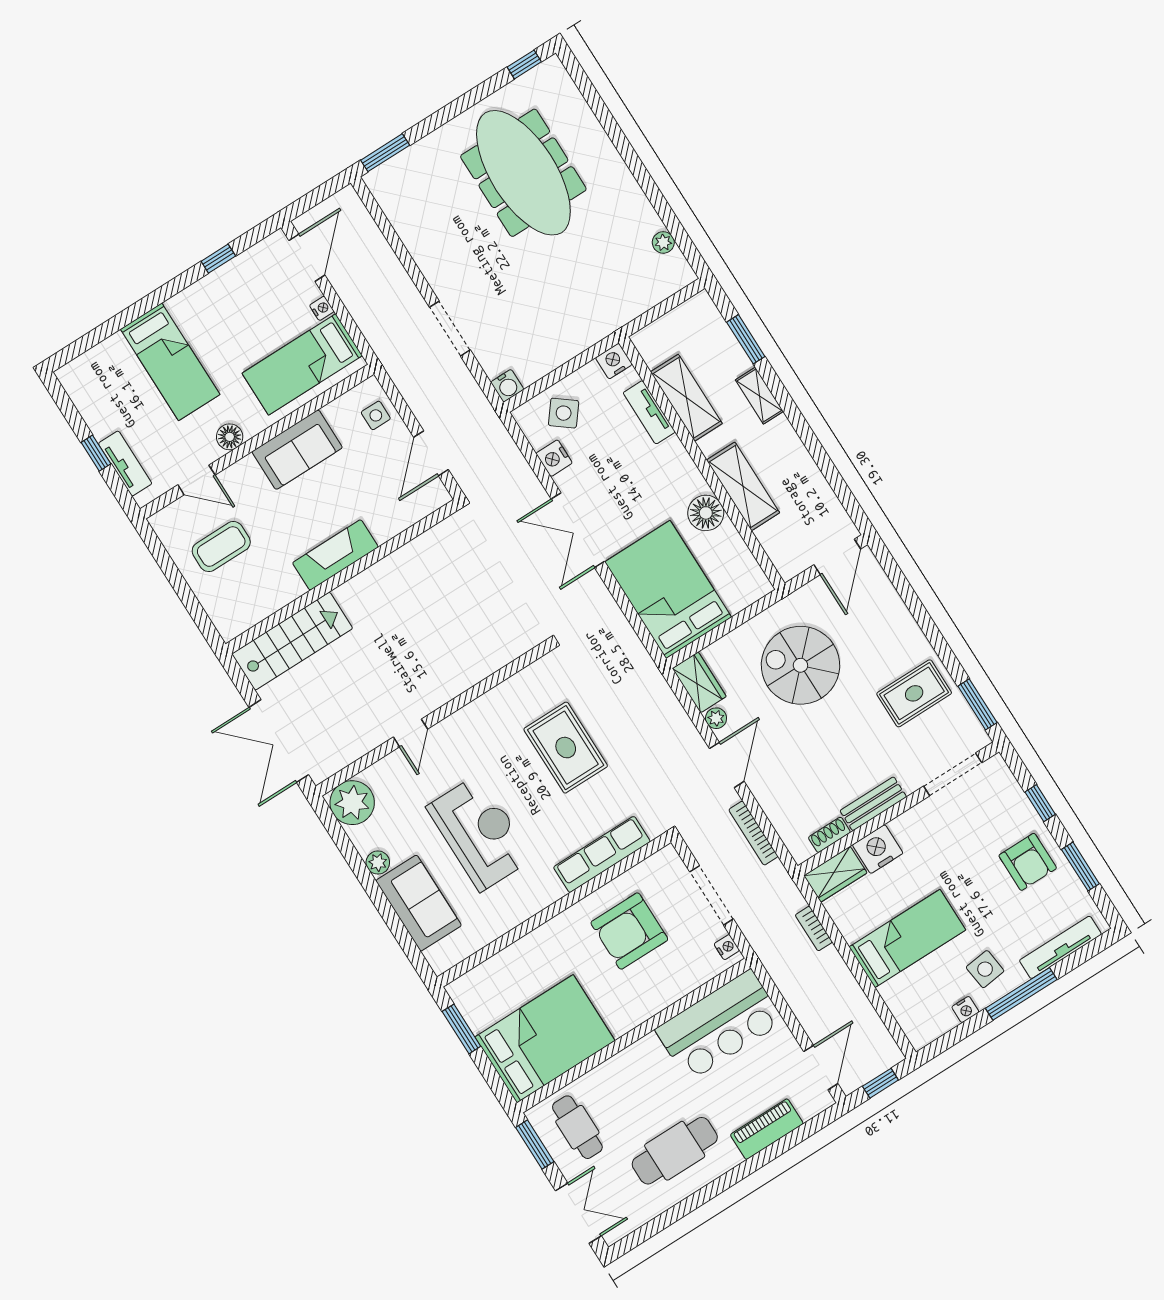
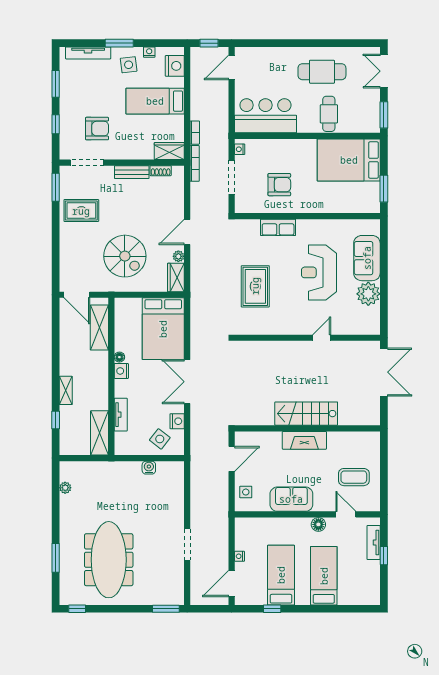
window: (608, 123) -> (56, 558), added
doorway: (450, 329) -> (187, 545), moved
window: (746, 339) -> (56, 420), width x0.67
nightstand: (614, 361) -> (121, 371), moved, turned 90
bed: (302, 364) -> (281, 575), moved, turned -90
water cooler: (507, 386) -> (149, 468), moved
shelving: (686, 398) -> (100, 433), moved
shelving: (743, 486) -> (99, 327), moved
floor lamp: (706, 513) -> (119, 357), width x0.53, depth x0.53
double door: (578, 530) -> (187, 382), swing flipped
door: (837, 557) -> (77, 295), swing flipped
stairs: (292, 641) -> (306, 414), moved
plant: (352, 803) -> (368, 323), removed
bookcase: (753, 833) -> (195, 163), moved
nightstand: (878, 849) -> (175, 66), moved, turned -90
row of seats: (602, 854) -> (278, 227), width x0.68
armchair: (1028, 862) -> (97, 129), moved, turned 90
plant: (378, 863) -> (368, 294), width x1.87, depth x1.87
armchair: (629, 931) -> (279, 185), width x0.73, depth x0.73
window: (1021, 994) -> (119, 43), width x0.69
cafe table: (577, 1127) -> (329, 114), moved
piano: (767, 1129) -> (274, 55), removed

